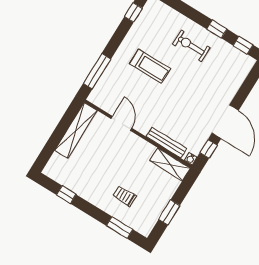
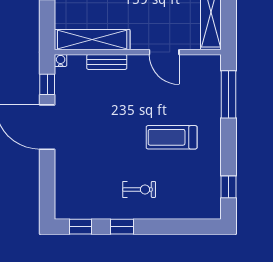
exercise bike: (191, 46) -> (139, 189), width x0.73, depth x0.72
bench: (166, 143) -> (107, 62), width x0.73
shelving: (170, 164) -> (92, 40), width x1.47

